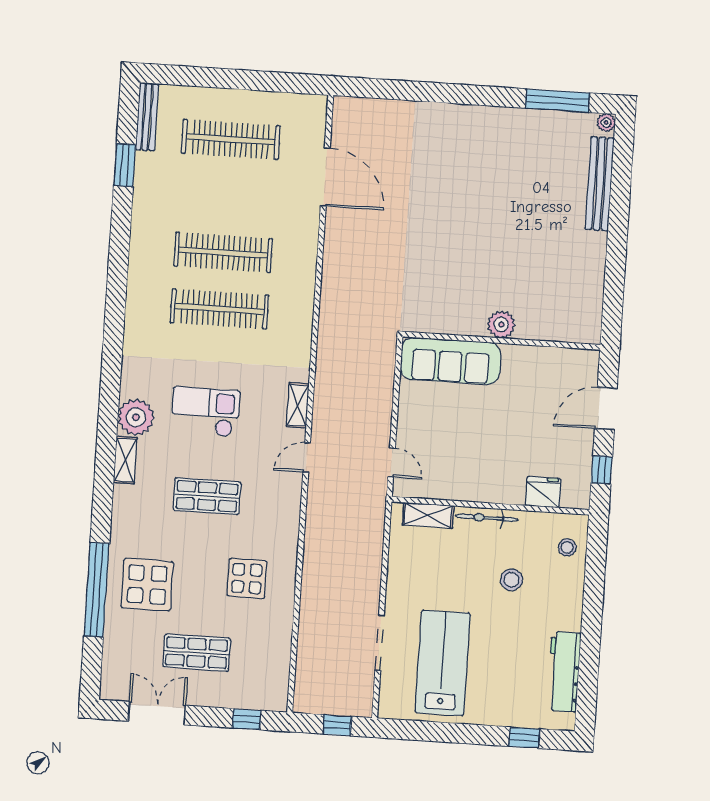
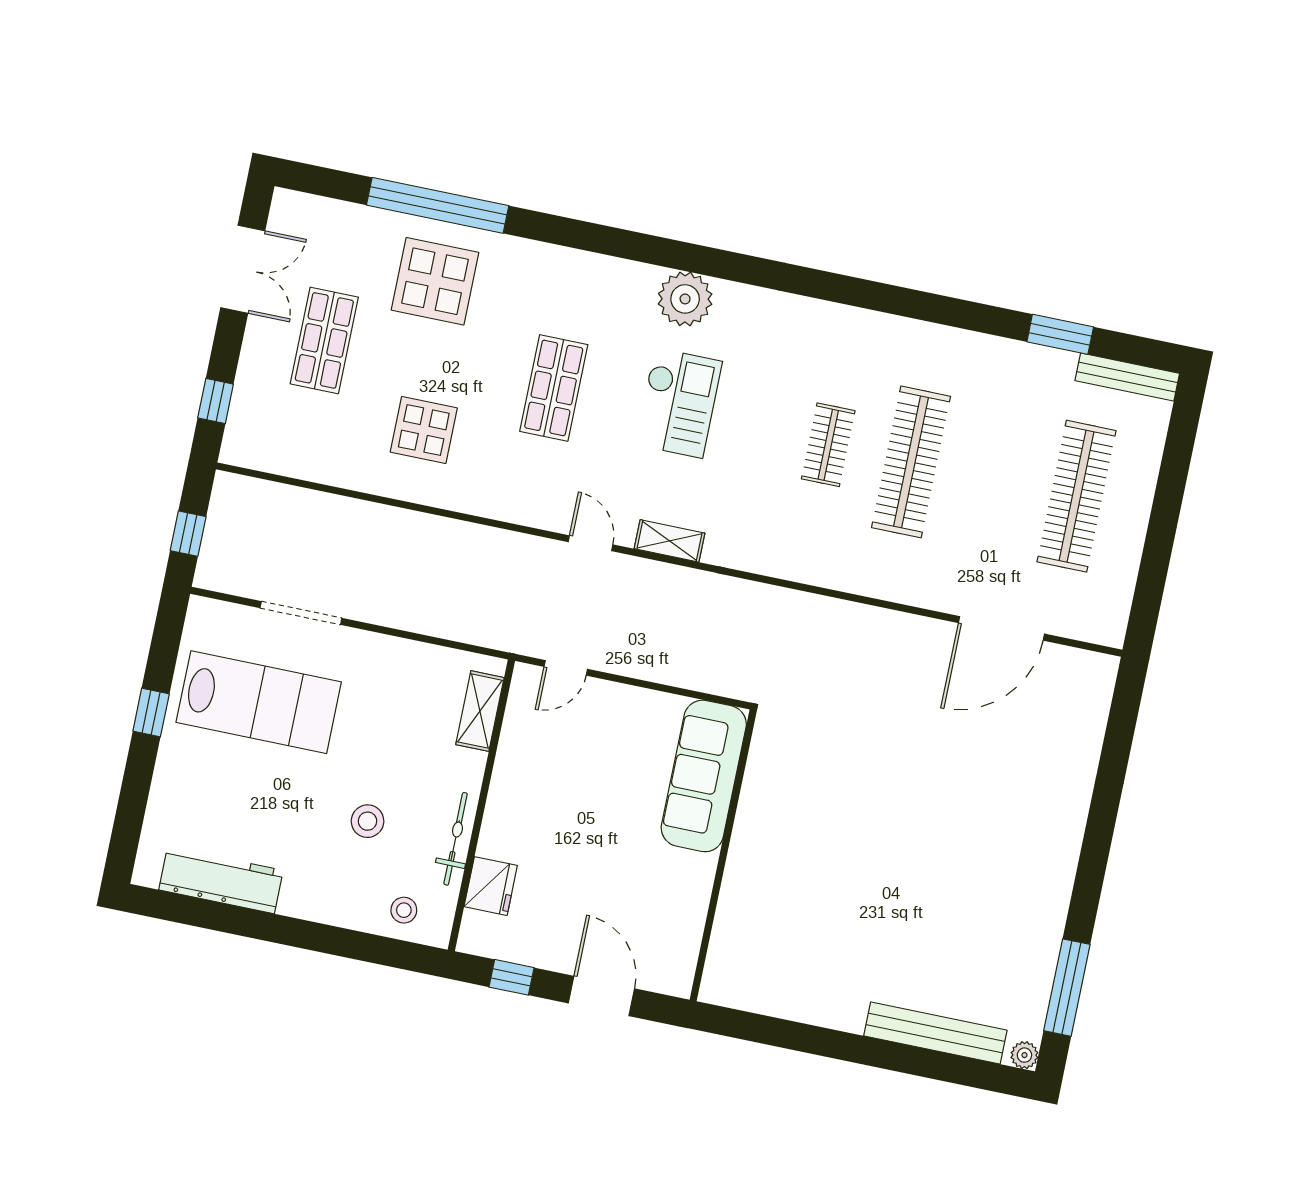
clothes rail: (219, 309) -> (828, 445), width x0.54, depth x0.76
plant: (501, 324) -> (747, 858), removed
shelving: (125, 460) -> (624, 274), removed
bicycle: (487, 518) -> (456, 839), moved
window: (524, 738) -> (151, 712), moved

